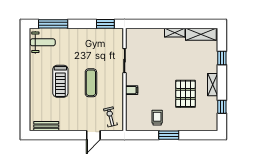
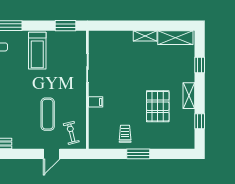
treadmill: (60, 81) -> (37, 51), moved
exercise mat: (91, 83) -> (48, 114), moved

